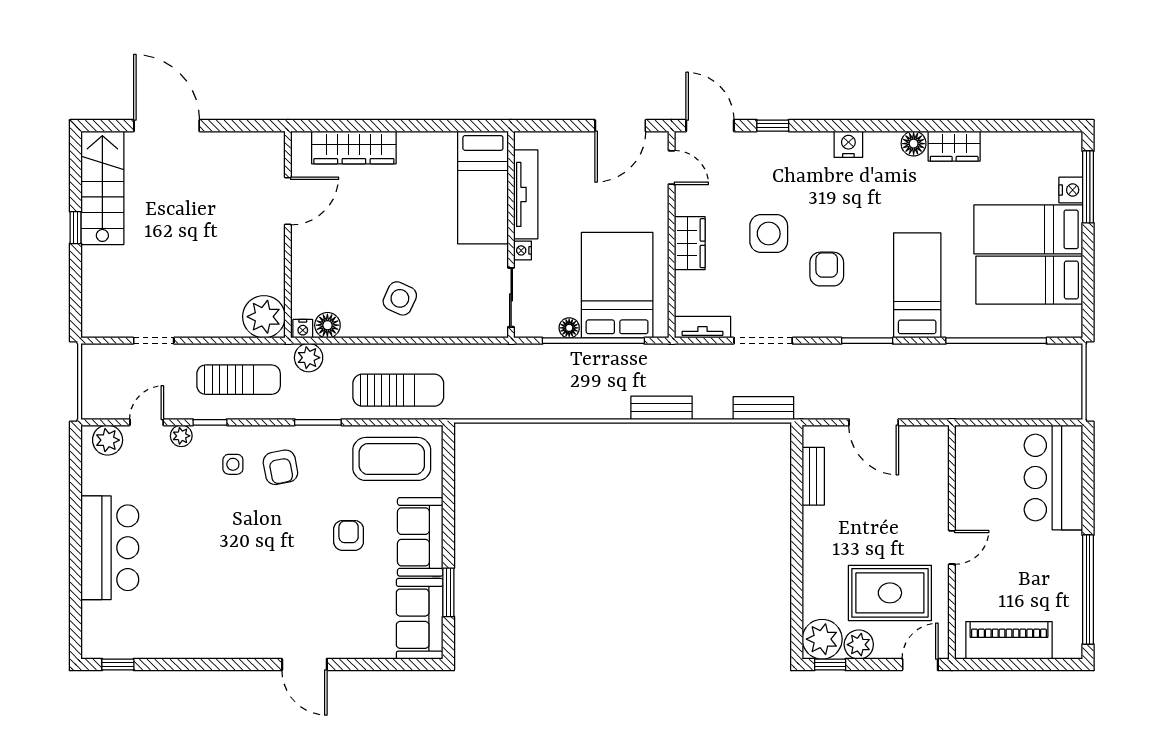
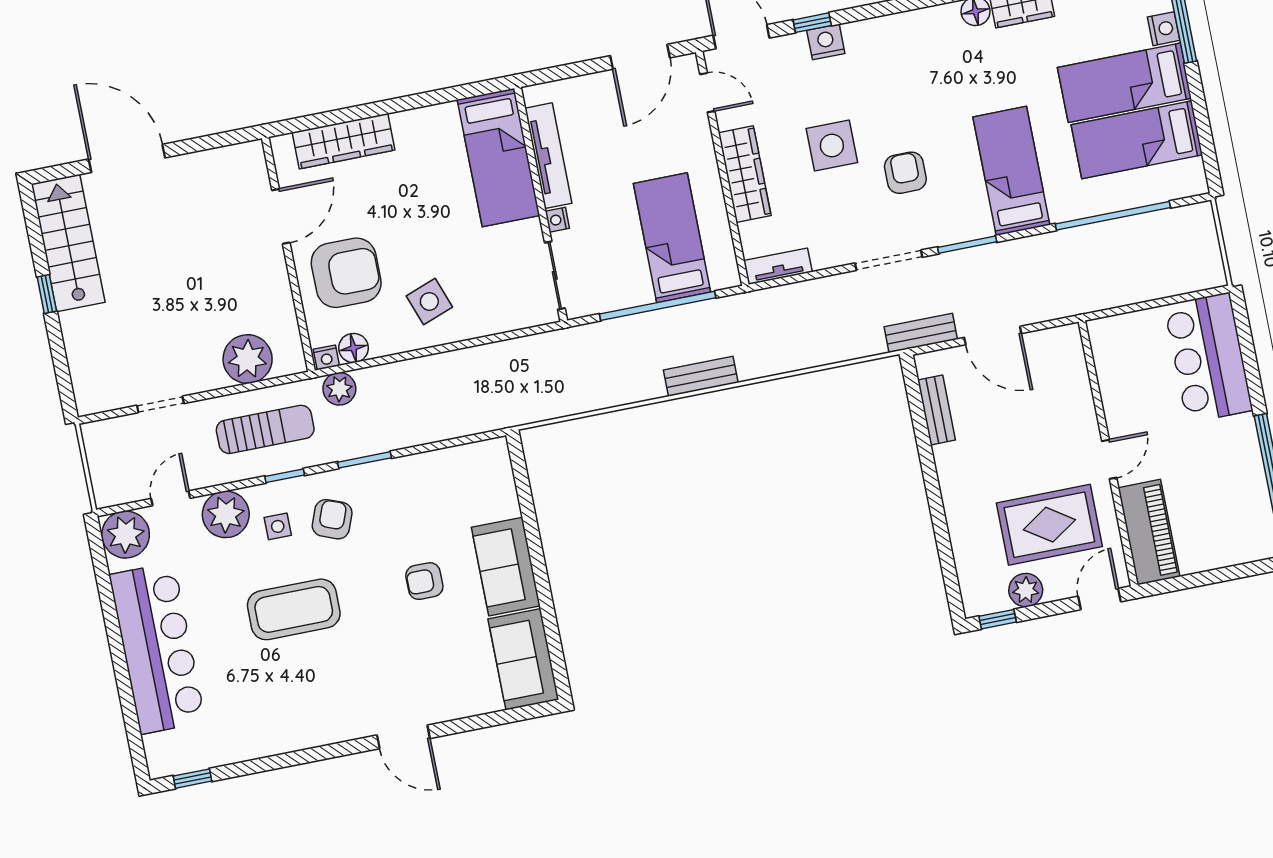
nightstand: (848, 144) -> (826, 42), moved
wardrobe: (690, 243) -> (745, 174), width x1.50
armchair: (334, 260) -> (346, 273), added
bed: (617, 285) -> (672, 238), width x0.67
side table: (400, 298) -> (429, 301), turned 45
plant: (264, 317) -> (248, 359), moved
floor lamp: (569, 328) -> (627, 297), removed
doorway: (763, 341) -> (889, 260), moved
sun lounger: (398, 390) -> (448, 406), removed
bench: (661, 408) -> (701, 376), moved
bench: (763, 408) -> (921, 333), moved
window: (210, 422) -> (285, 476), moved
plant: (181, 436) -> (226, 514), width x1.87, depth x1.87
plant: (108, 440) -> (126, 535), width x1.36, depth x1.36
coffee table: (392, 459) -> (294, 609), moved
armchair: (280, 467) -> (332, 519), turned -148
armchair: (349, 535) -> (424, 581), turned -90
bar counter: (110, 548) -> (157, 648), width x1.36
window: (448, 592) -> (550, 623), removed
plant: (822, 639) -> (983, 592), removed
piano: (1009, 640) -> (1149, 532), moved, turned 90

